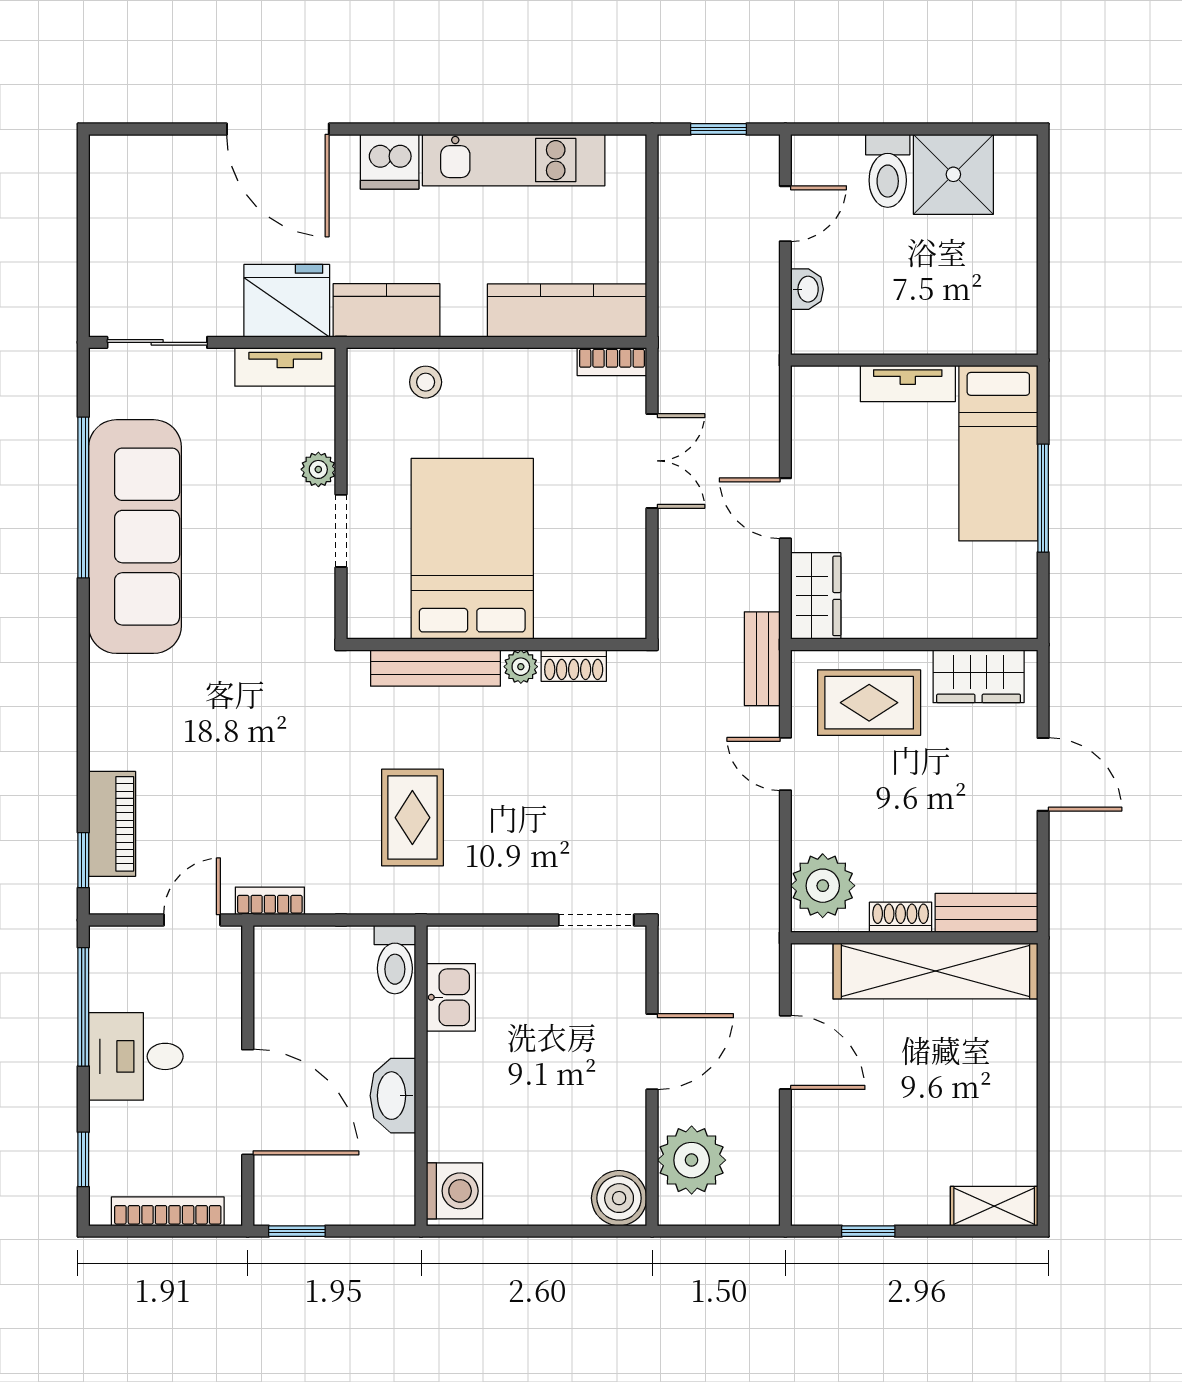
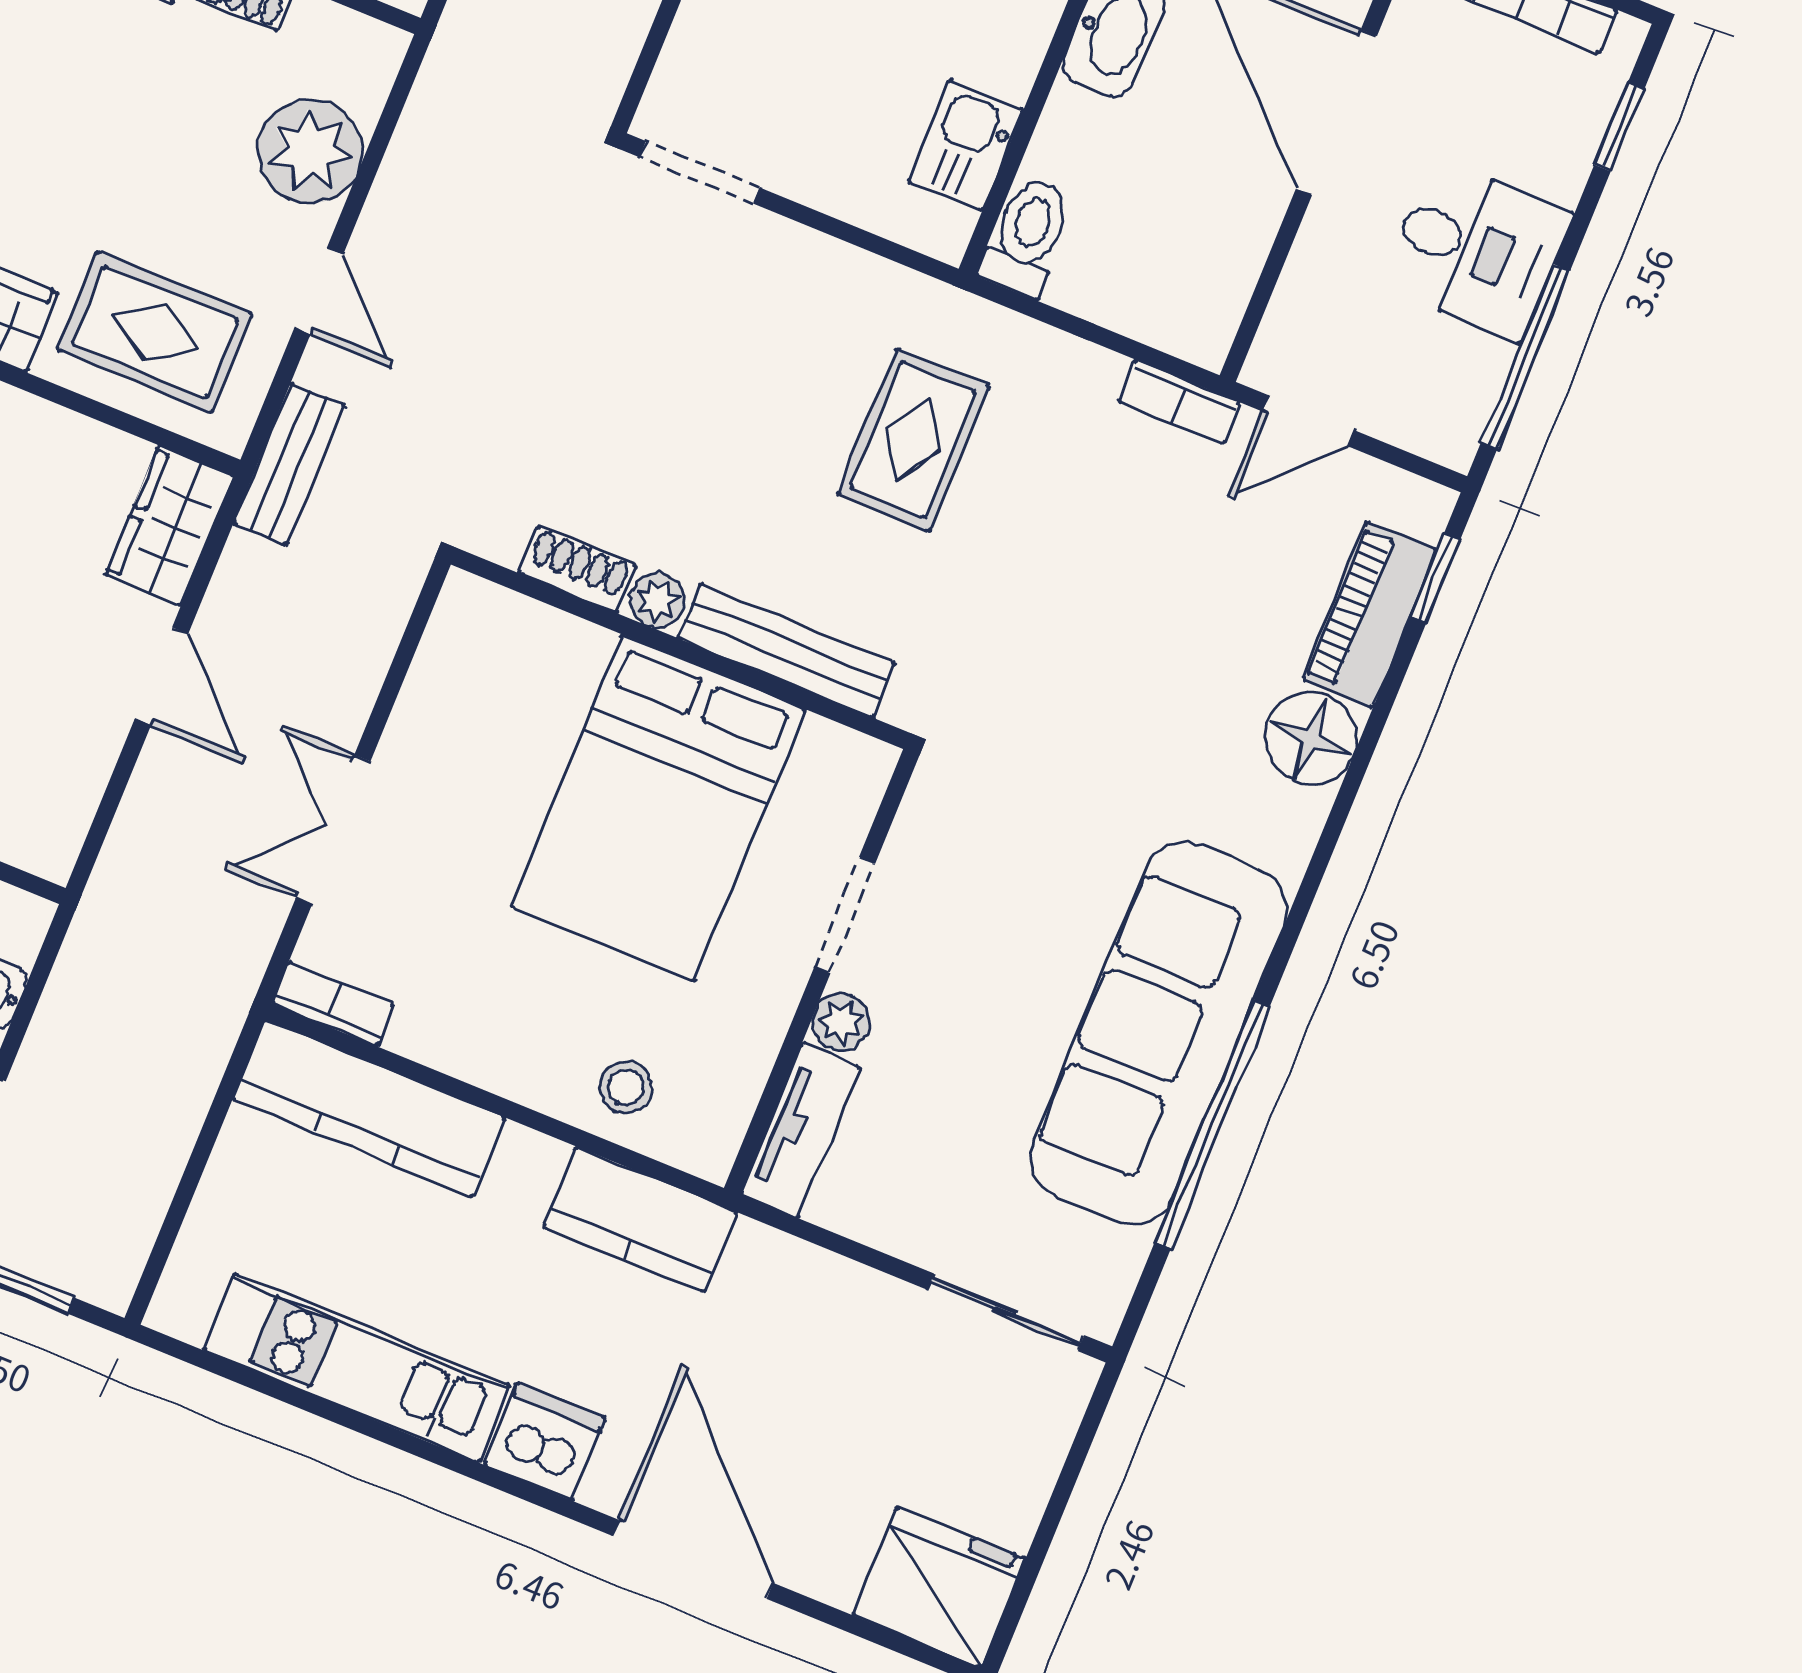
fridge: (287, 301) -> (939, 1587), moved, turned 180
tv unit: (285, 367) -> (800, 1130), moved, turned 90
floor lamp: (117, 740) -> (1311, 739), added
plant: (823, 886) -> (310, 151), moved

